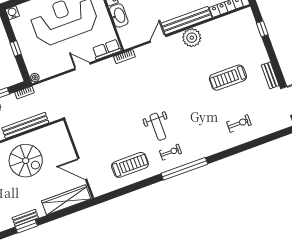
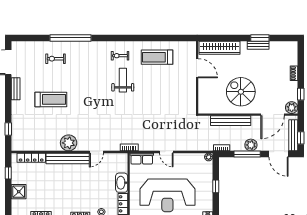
window: (184, 169) -> (71, 38), moved

